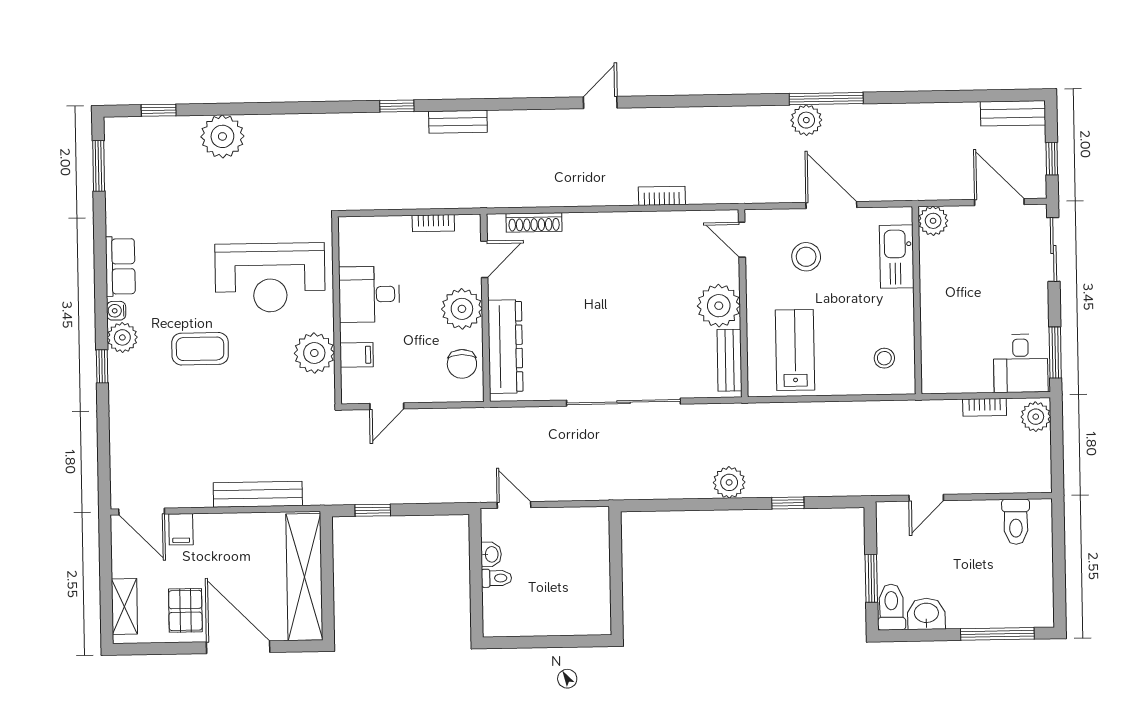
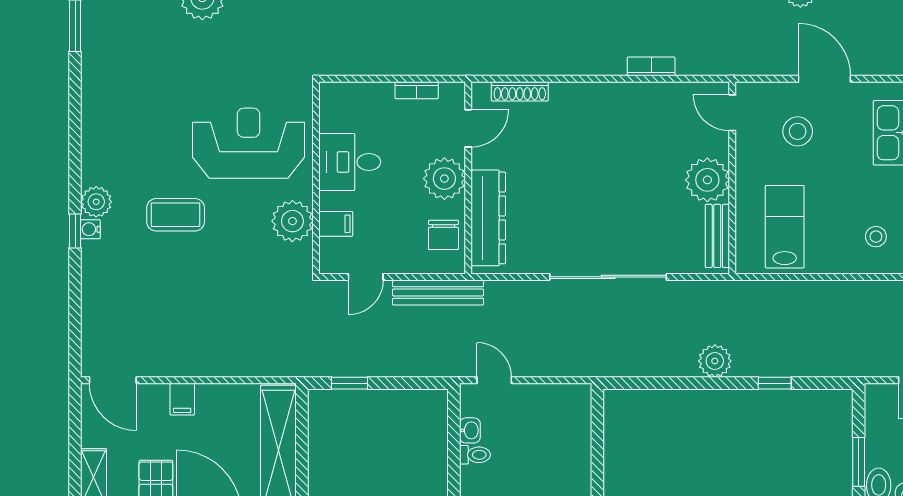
row of seats: (120, 266) -> (95, 129), removed
reception desk: (270, 278) -> (248, 143), turned 180
water cooler: (116, 311) -> (90, 229), moved
bench: (258, 494) -> (438, 292), moved
filing cabinet: (181, 529) -> (182, 399), moved

